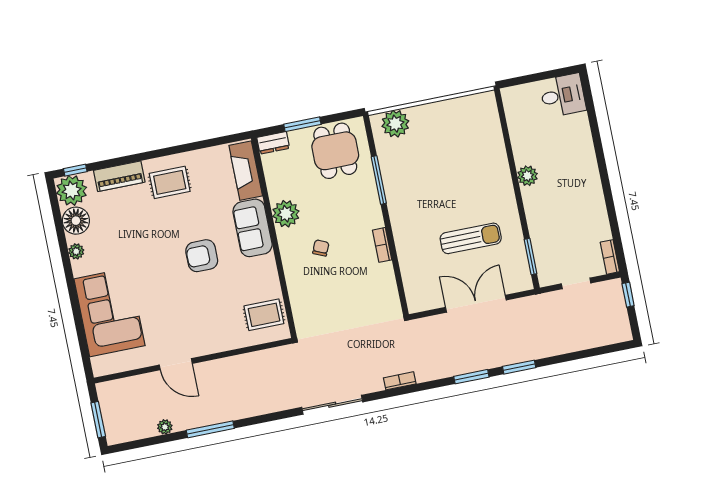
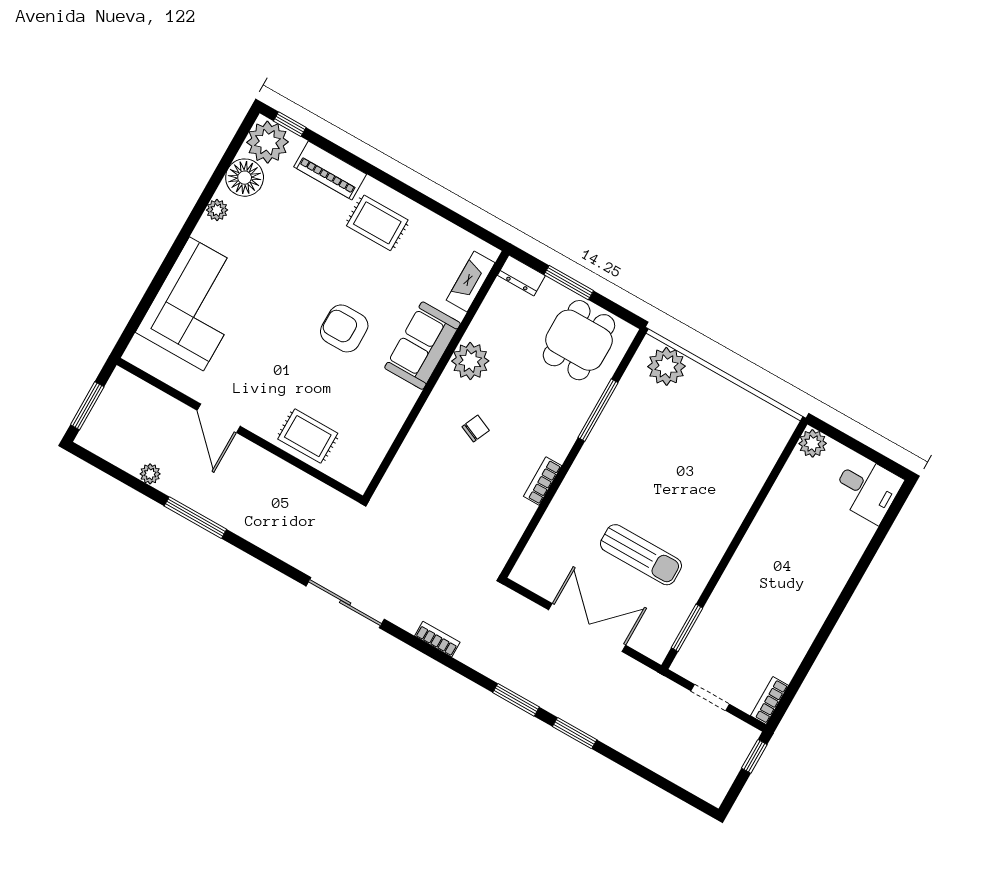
fireplace: (246, 171) -> (471, 281), width x0.73, depth x0.76
plant: (528, 176) -> (813, 443), moved
rug: (264, 315) -> (308, 436), moved

